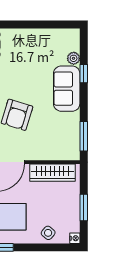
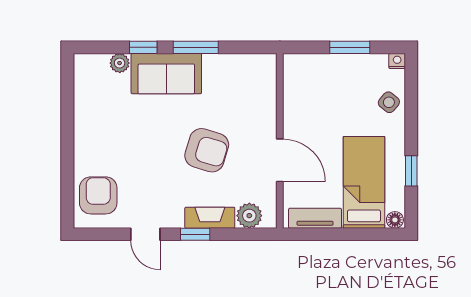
window: (84, 136) -> (196, 47), moved
wardrobe: (53, 173) -> (296, 95), removed

